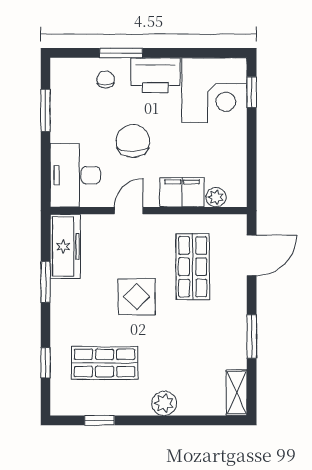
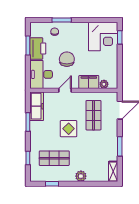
printer: (155, 75) -> (38, 48), moved, turned -90

